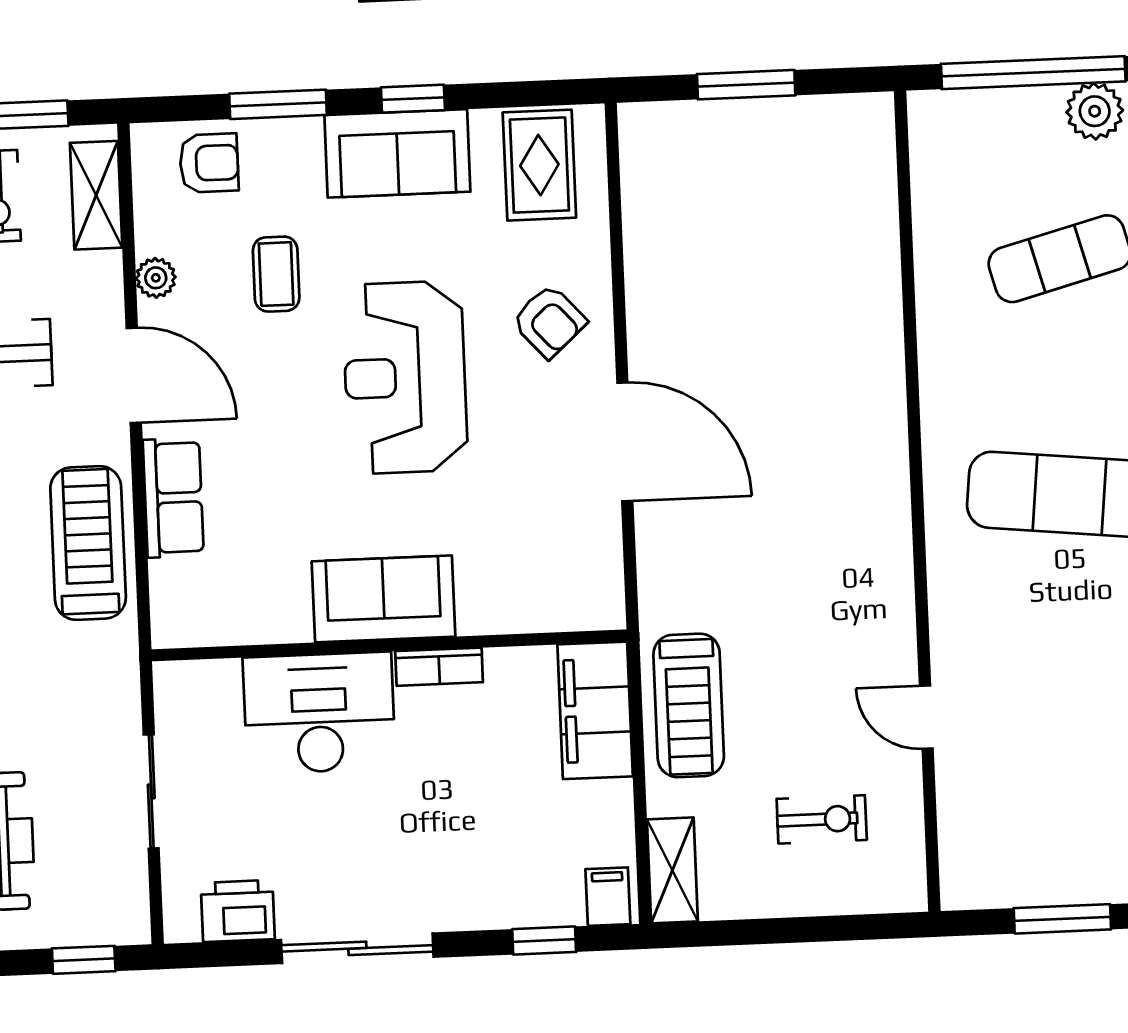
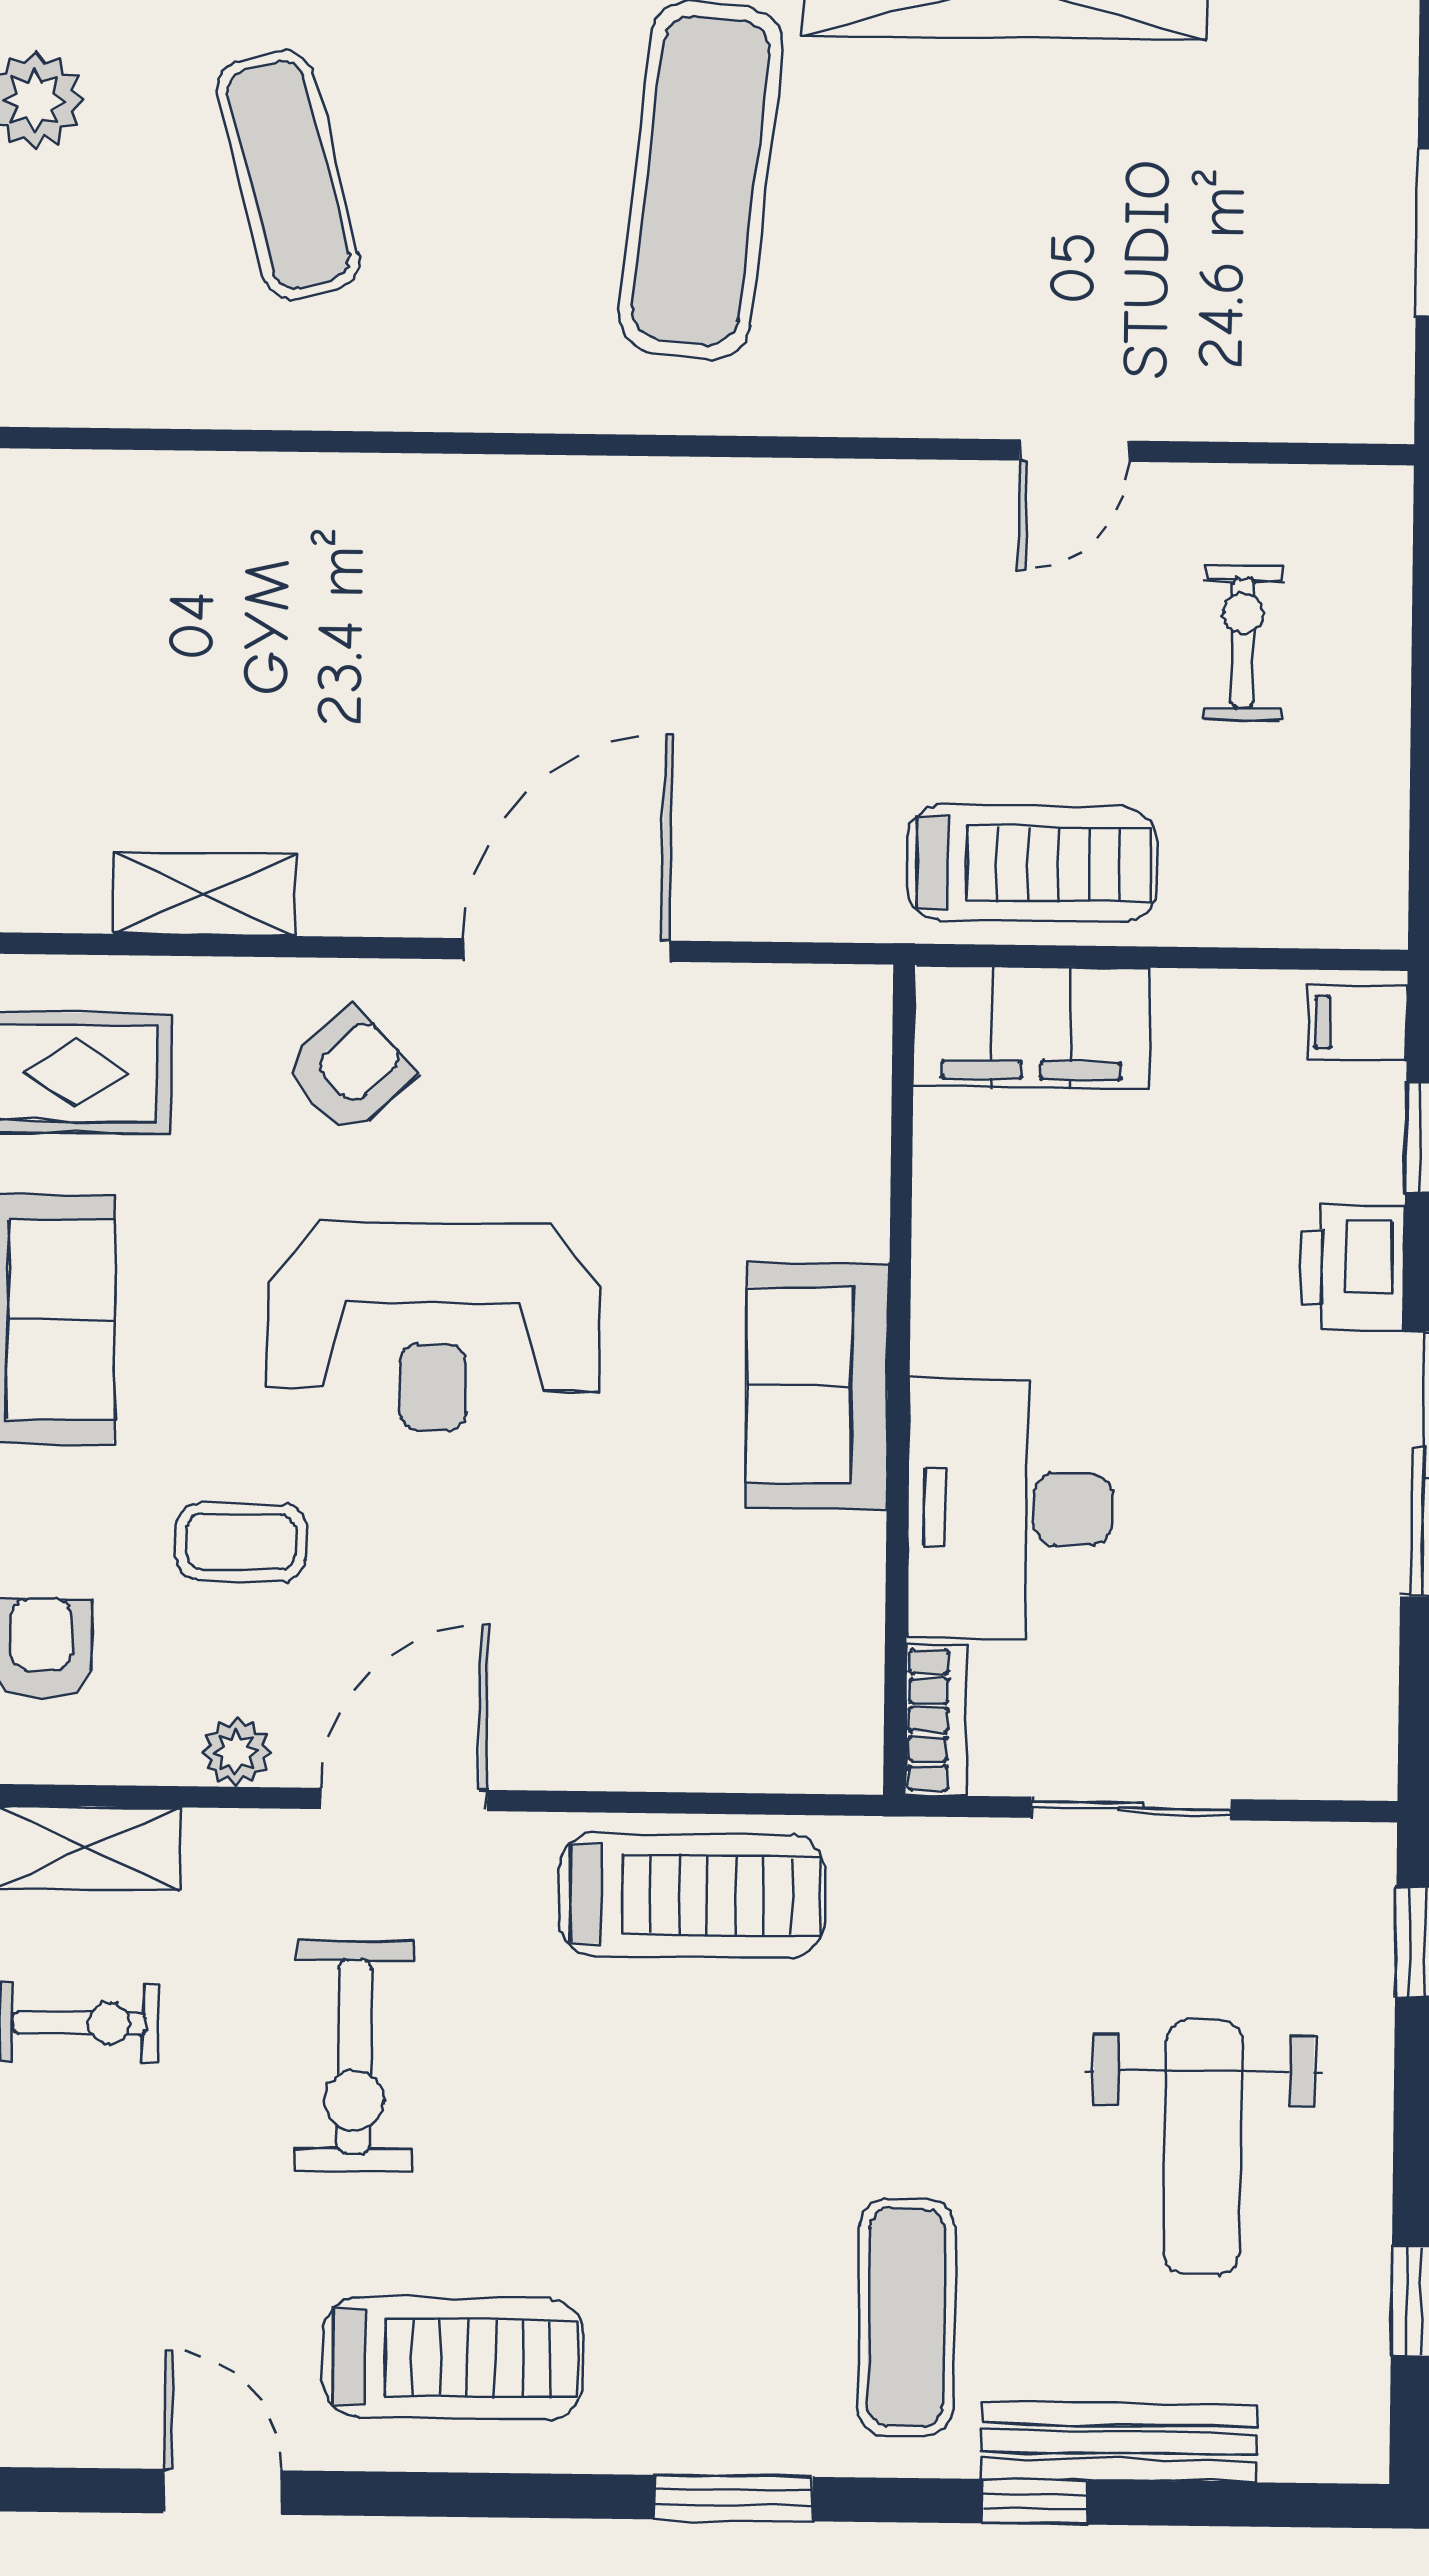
row of seats: (173, 498) -> (621, 1742), removed
treadmill: (88, 543) -> (692, 1895), turned 180
bookcase: (439, 667) -> (936, 1720), moved
shelving: (672, 870) -> (205, 894), moved
printer: (238, 911) -> (1352, 1268), moved

